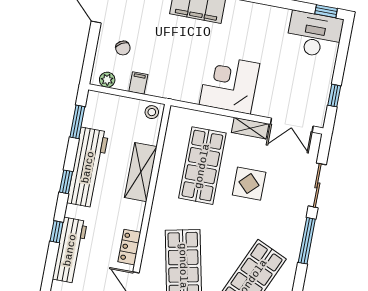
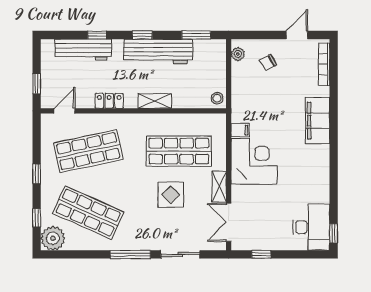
filing cabinet: (138, 83) -> (240, 130), moved
shelving: (141, 172) -> (155, 101), width x0.67, depth x0.75
locker: (129, 247) -> (109, 101), moved

